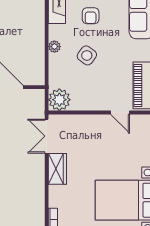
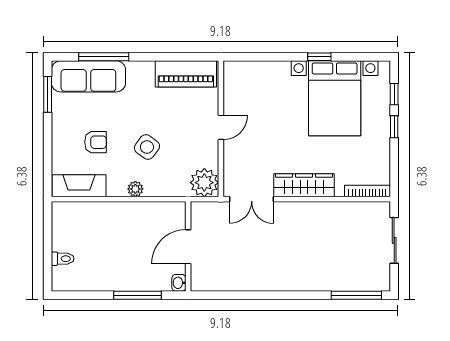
door: (120, 112) -> (221, 127), moved
wardrobe: (57, 169) -> (304, 185), width x1.50

